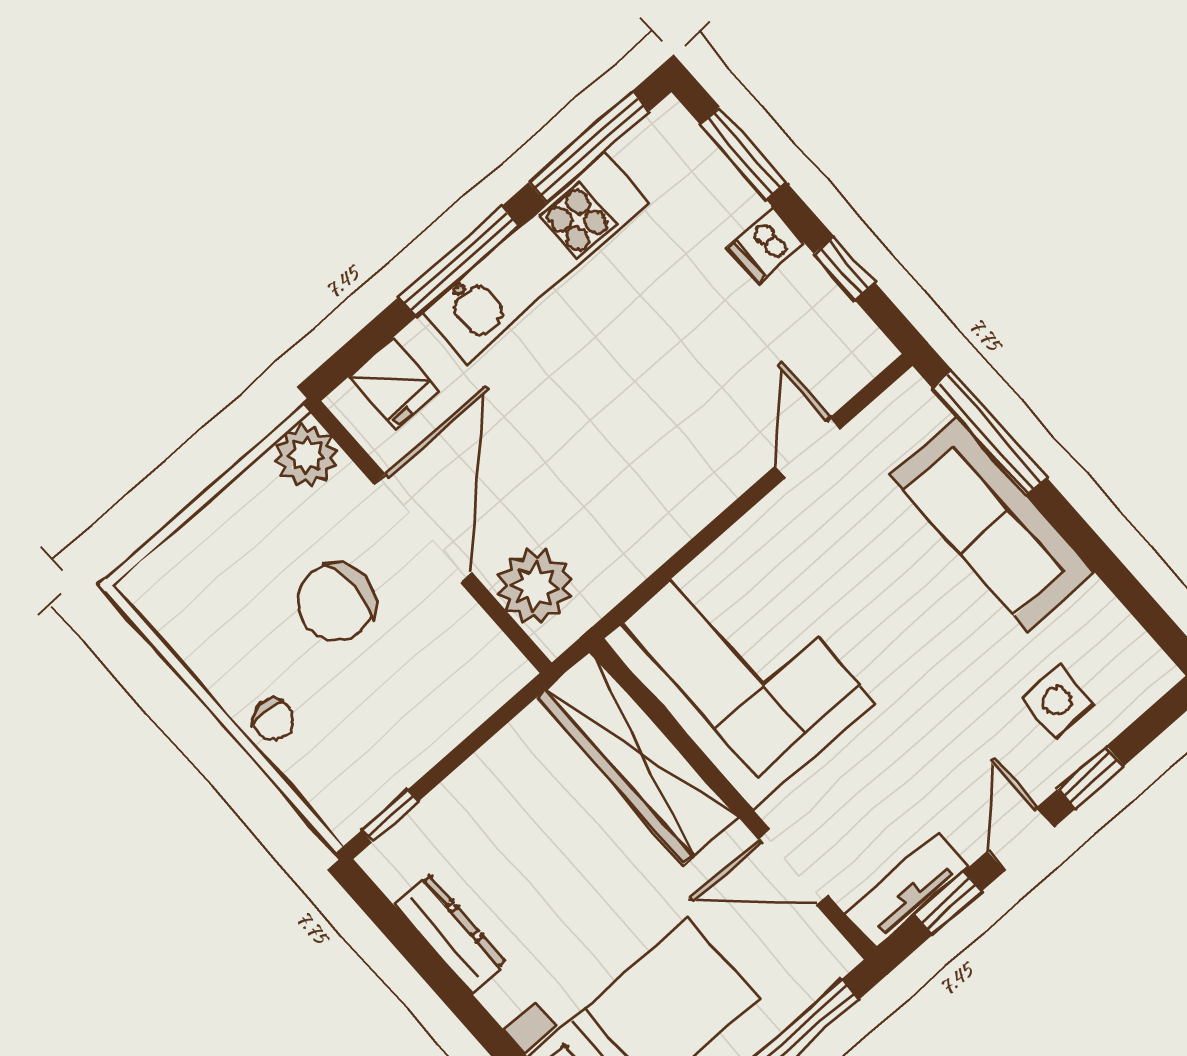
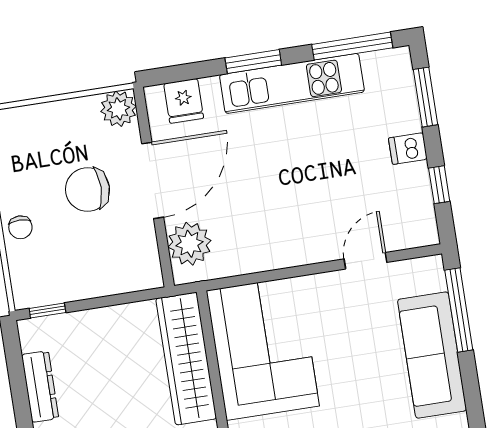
window: (459, 261) -> (253, 62), width x0.69

